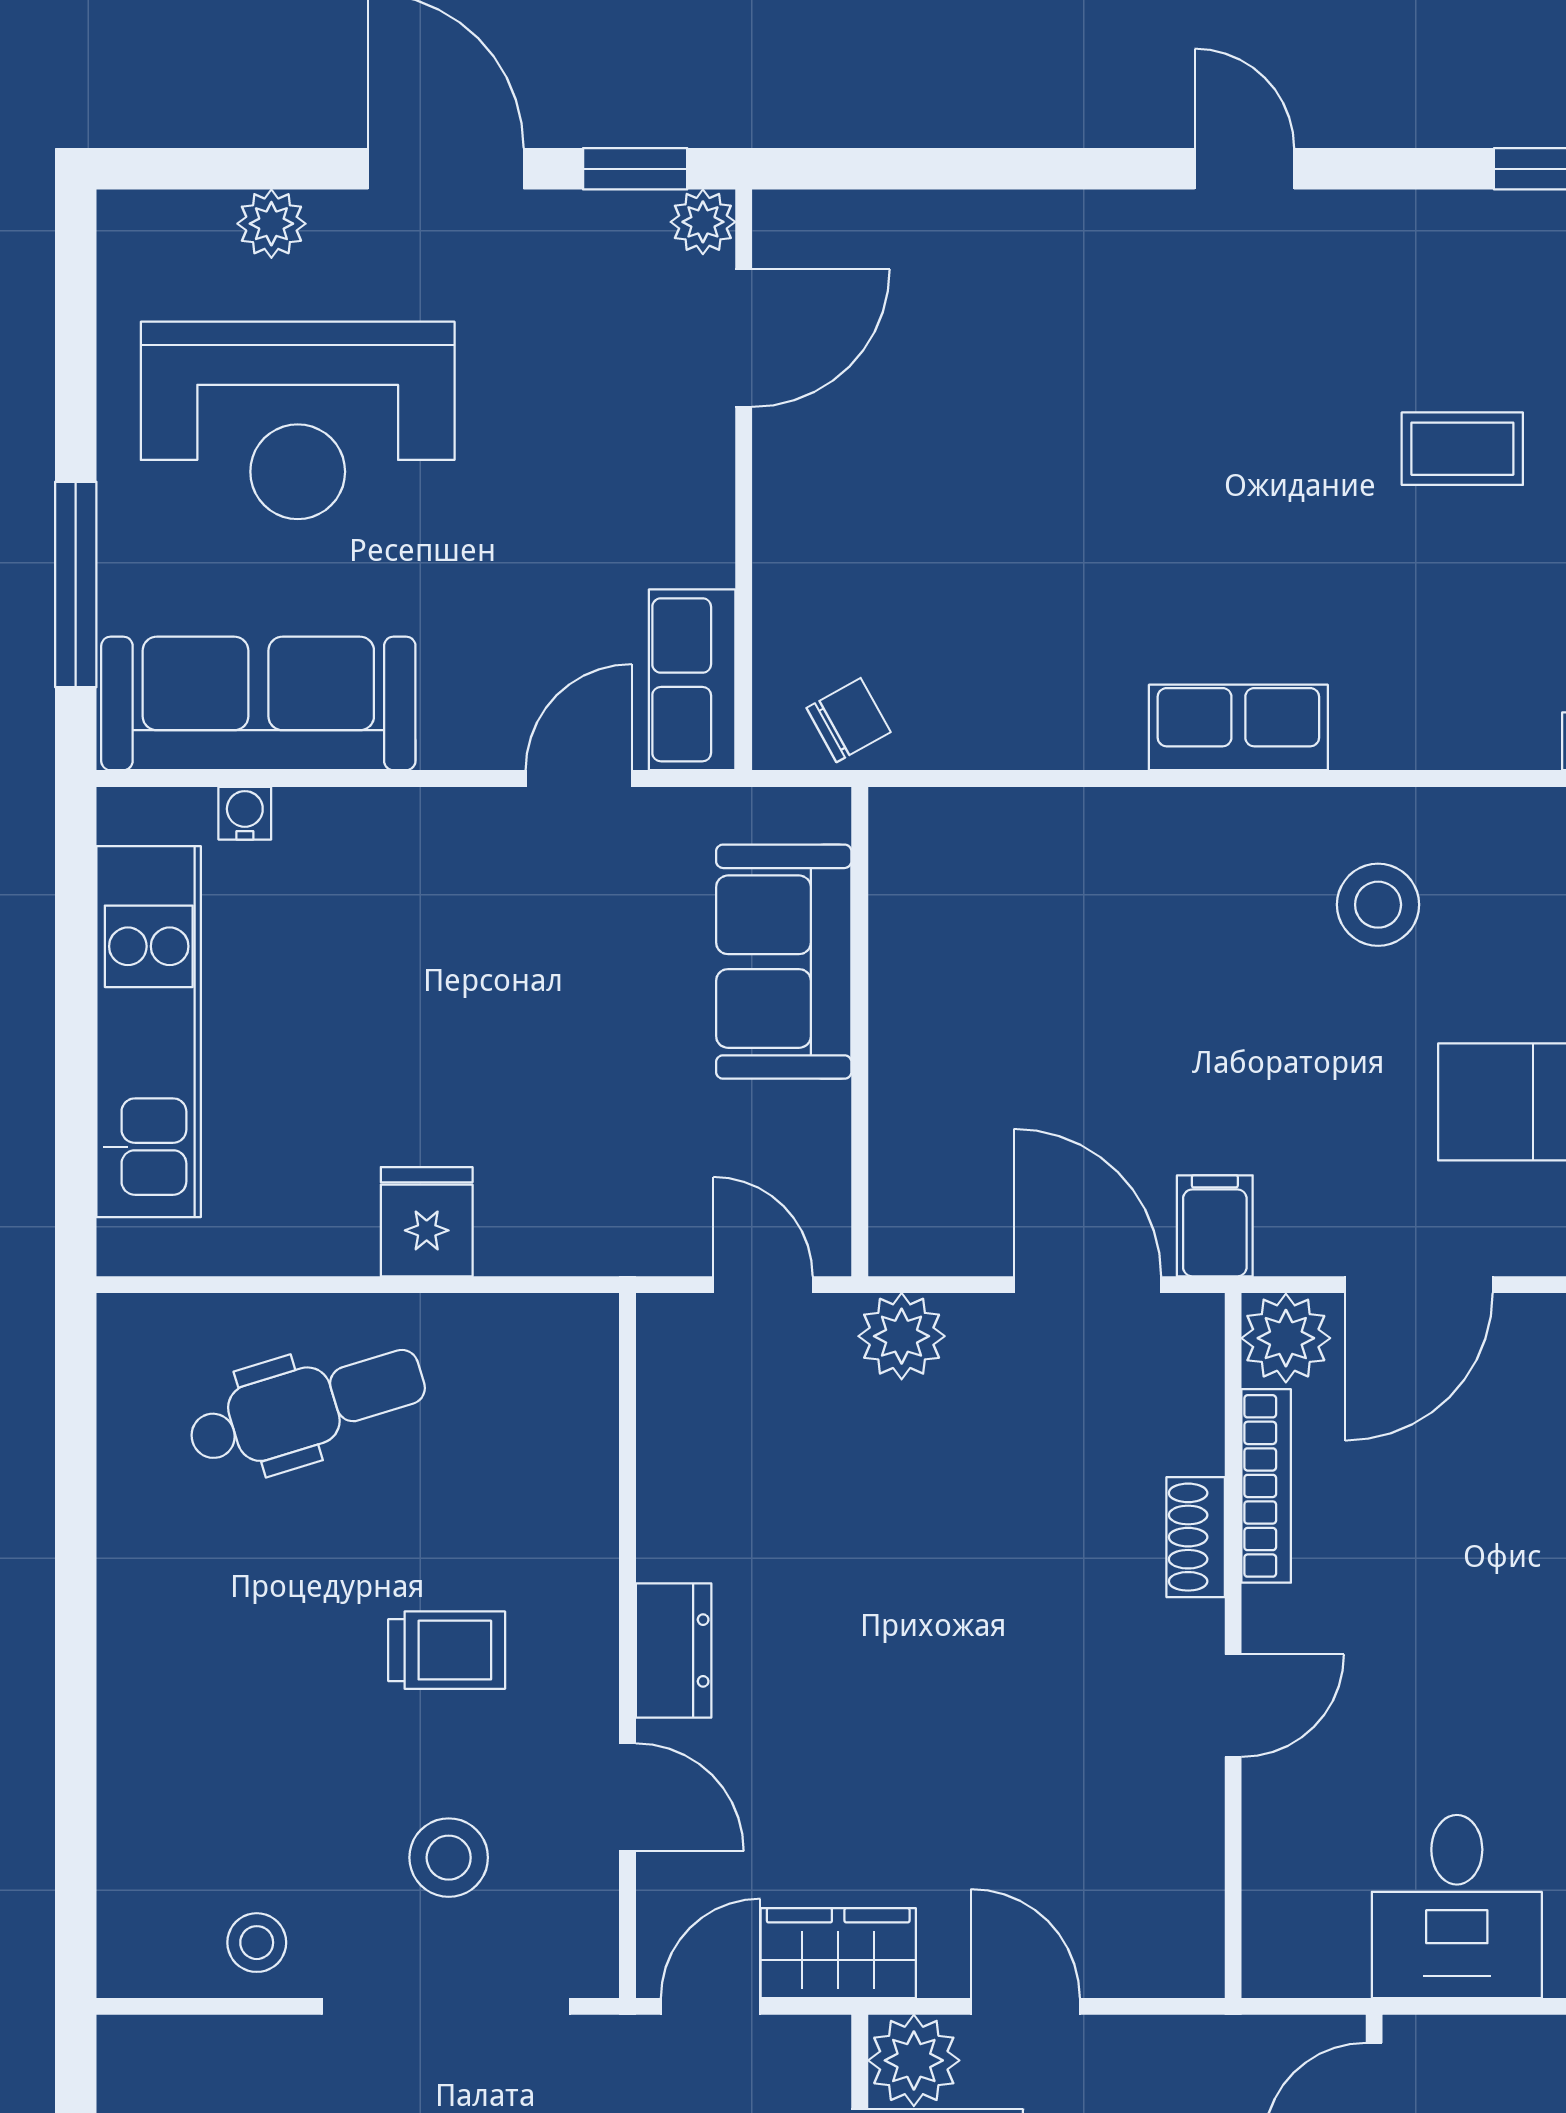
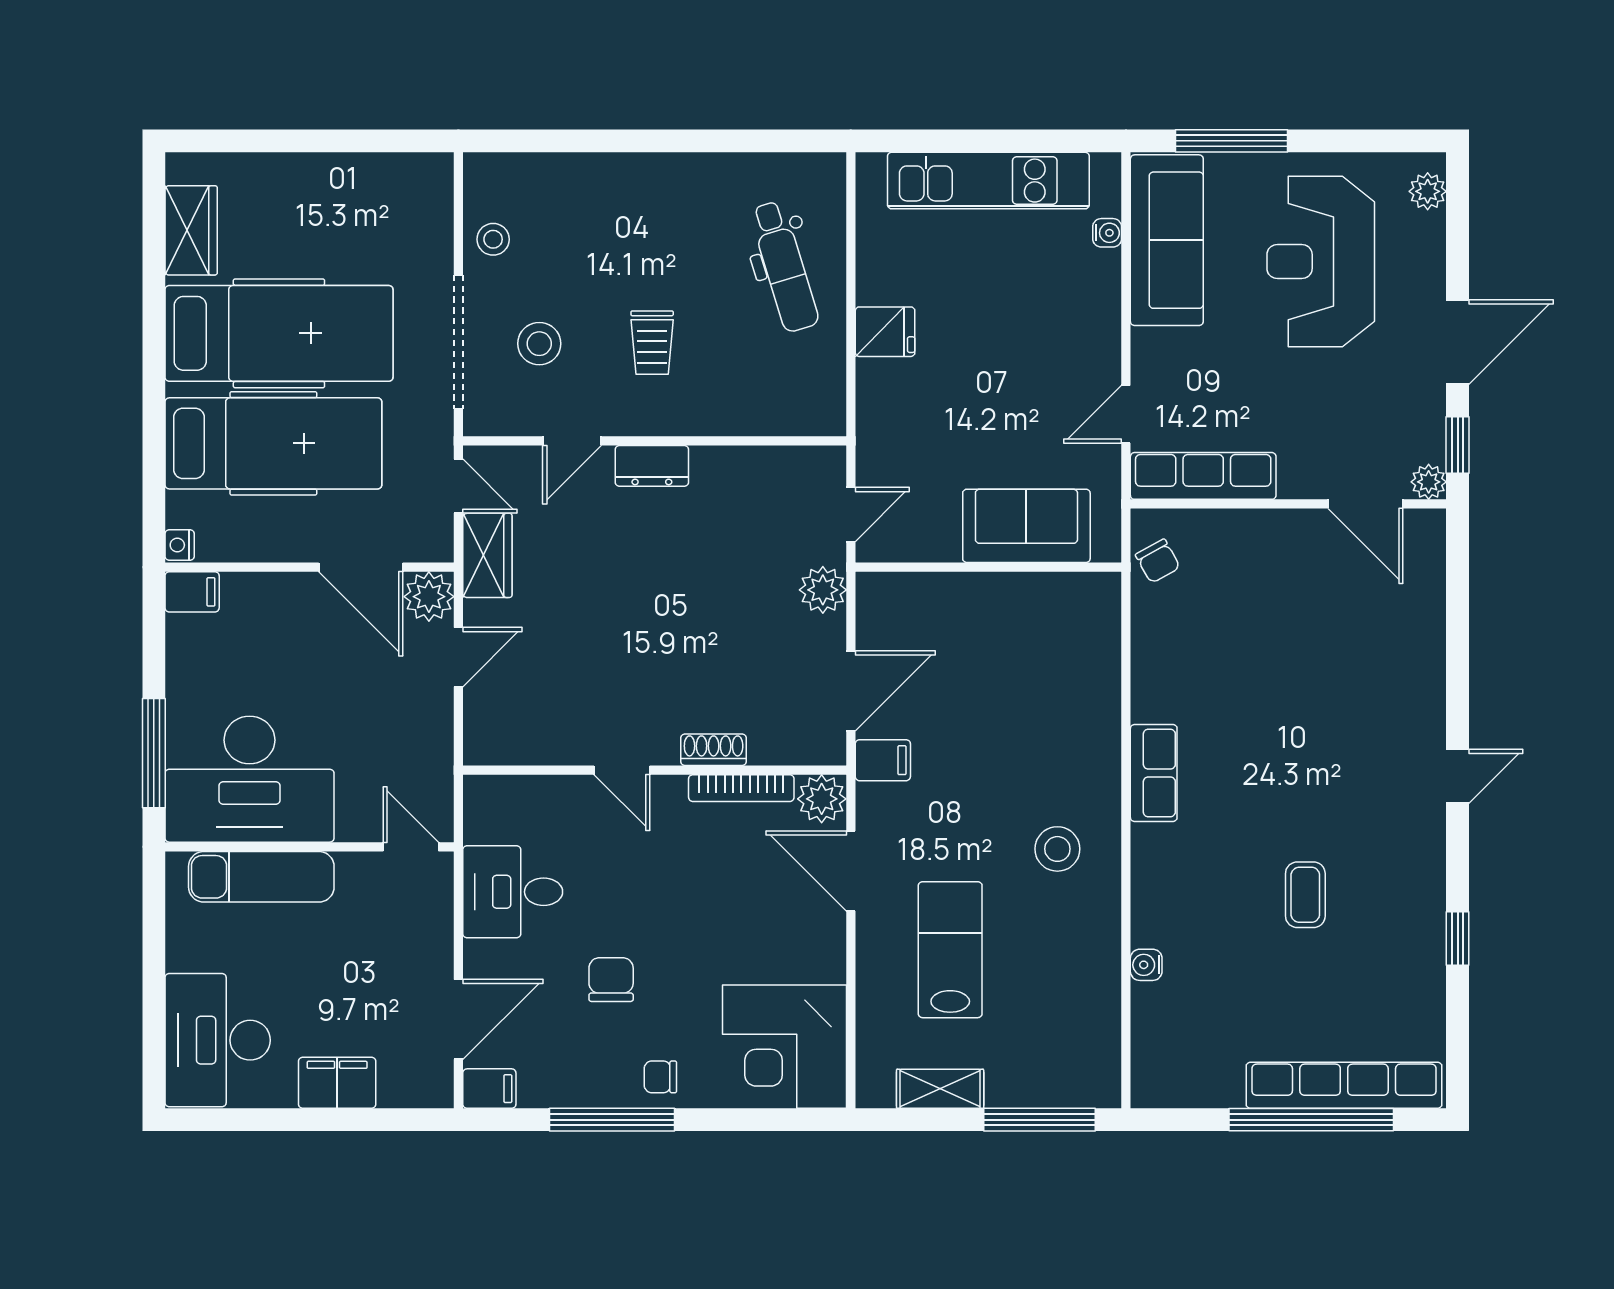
plant: (271, 224) -> (1428, 191), moved
row of seats: (692, 680) -> (1203, 476), width x1.48
door: (579, 779) -> (1126, 414), swing flipped

